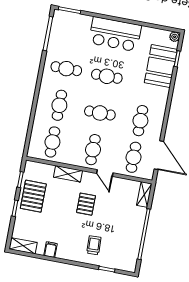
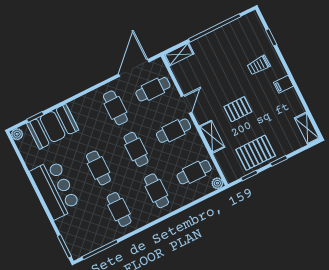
cafe table: (59, 105) -> (157, 191), turned 90
cafe table: (140, 121) -> (115, 108), turned 90
plant: (32, 153) -> (217, 183), added
pallet: (86, 204) -> (238, 109), moved
filing cabinet: (51, 250) -> (283, 84), moved

